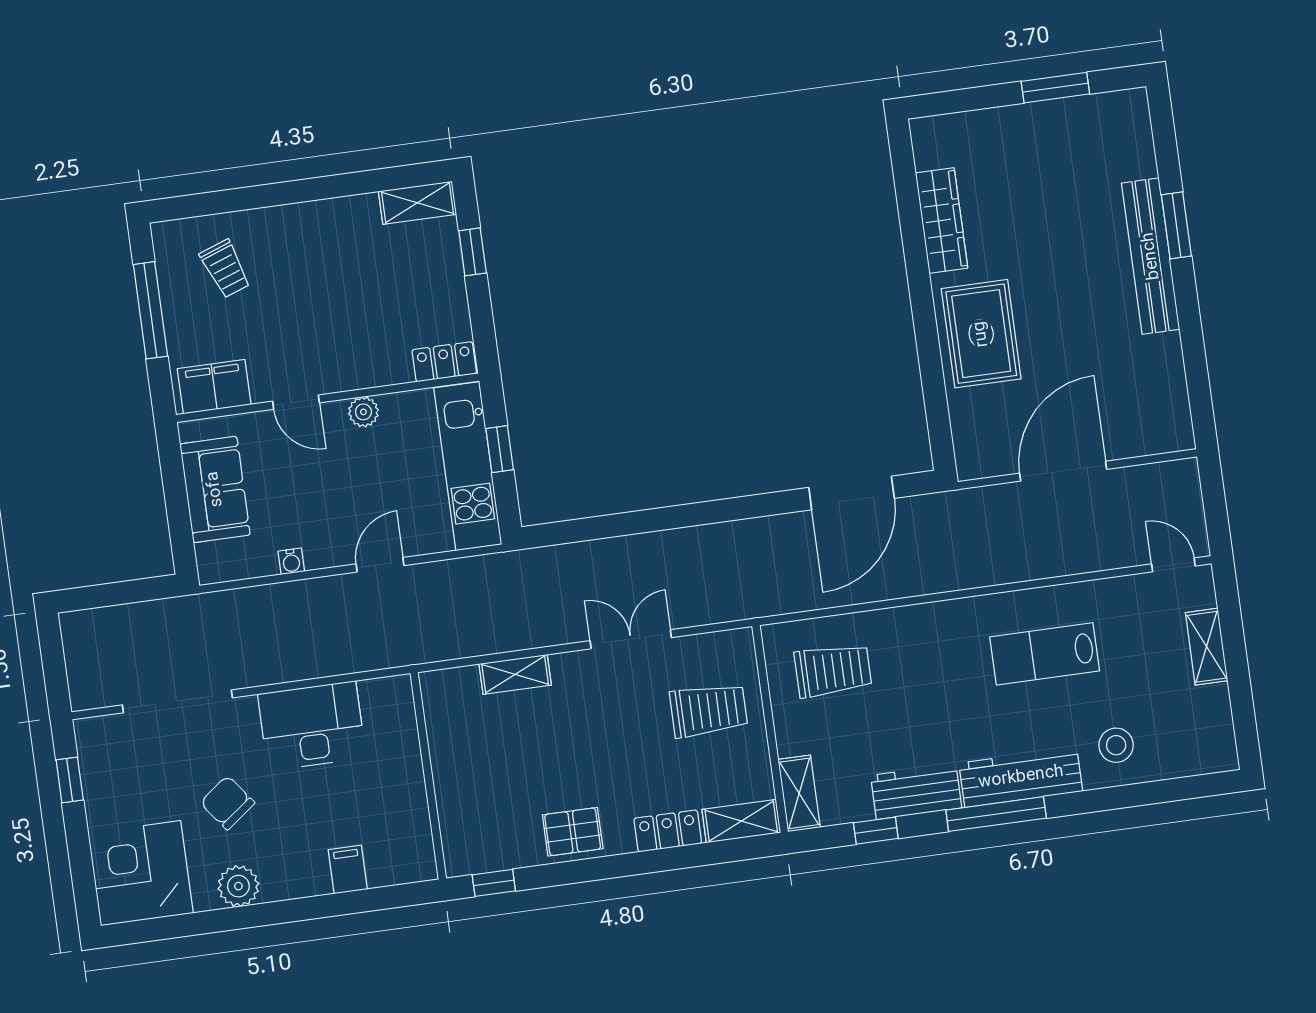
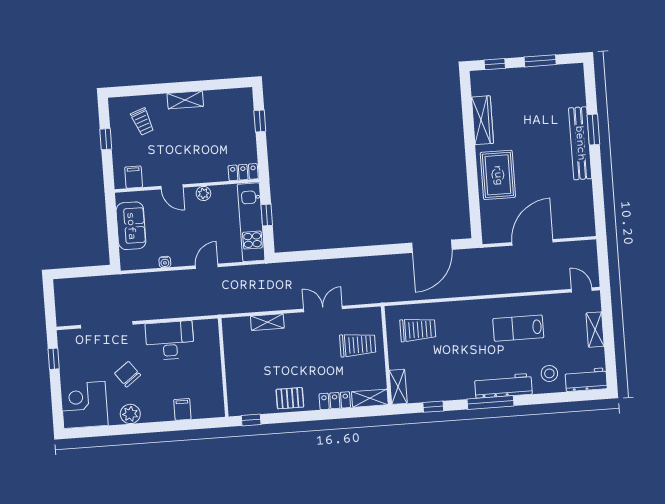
window: (960, 101) -> (495, 64), added
shelving: (417, 203) -> (185, 100), moved
window: (150, 310) -> (106, 139), width x0.46
filing cabinet: (214, 387) -> (134, 177), width x0.50
workbench: (916, 792) -> (586, 380), moved

